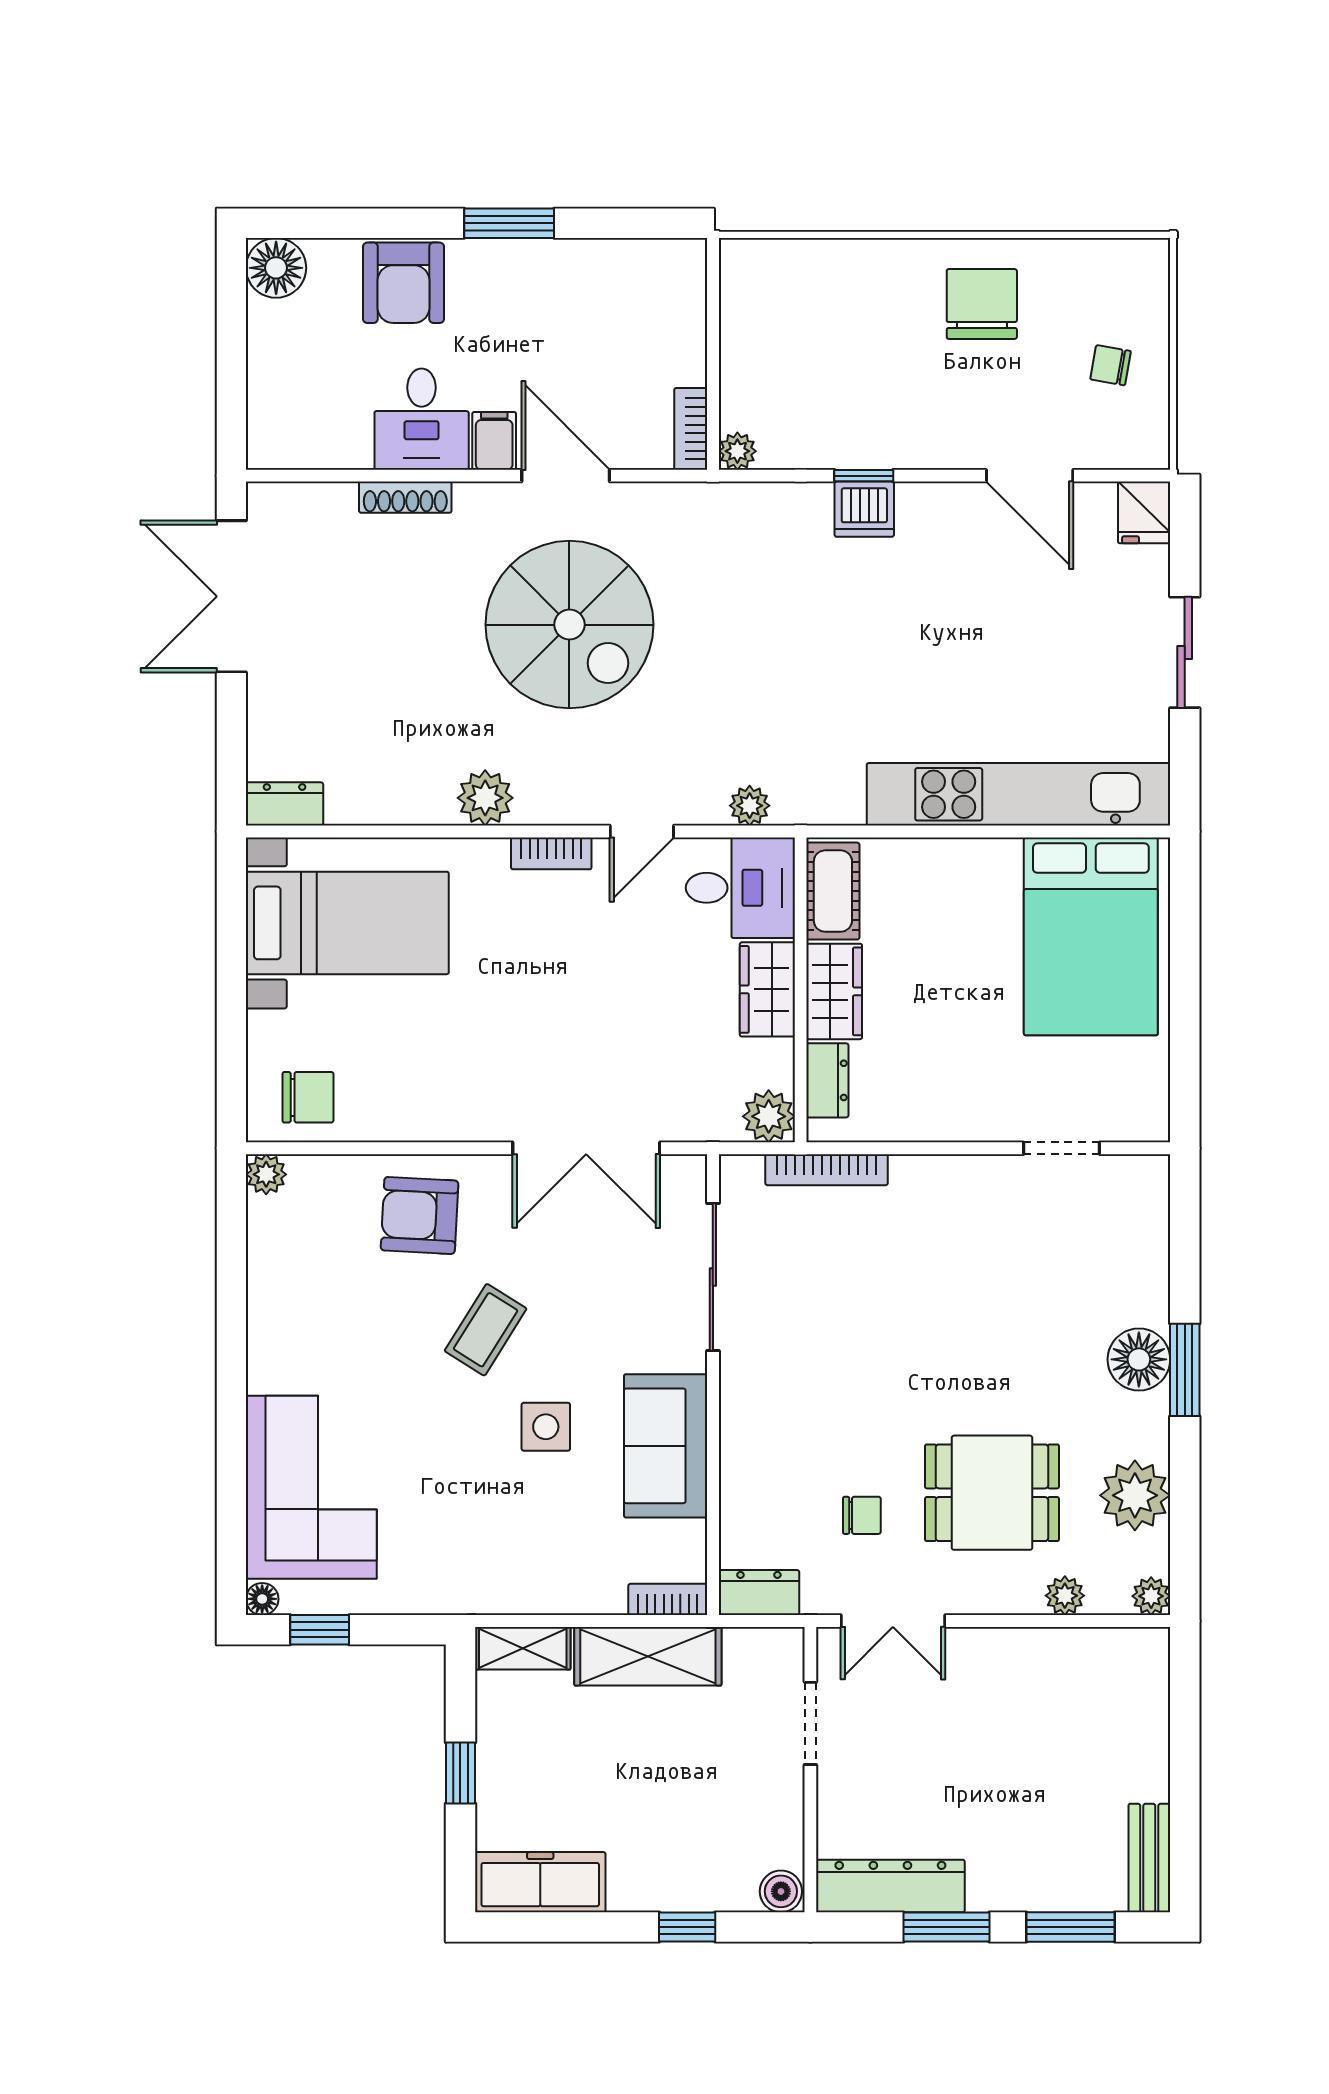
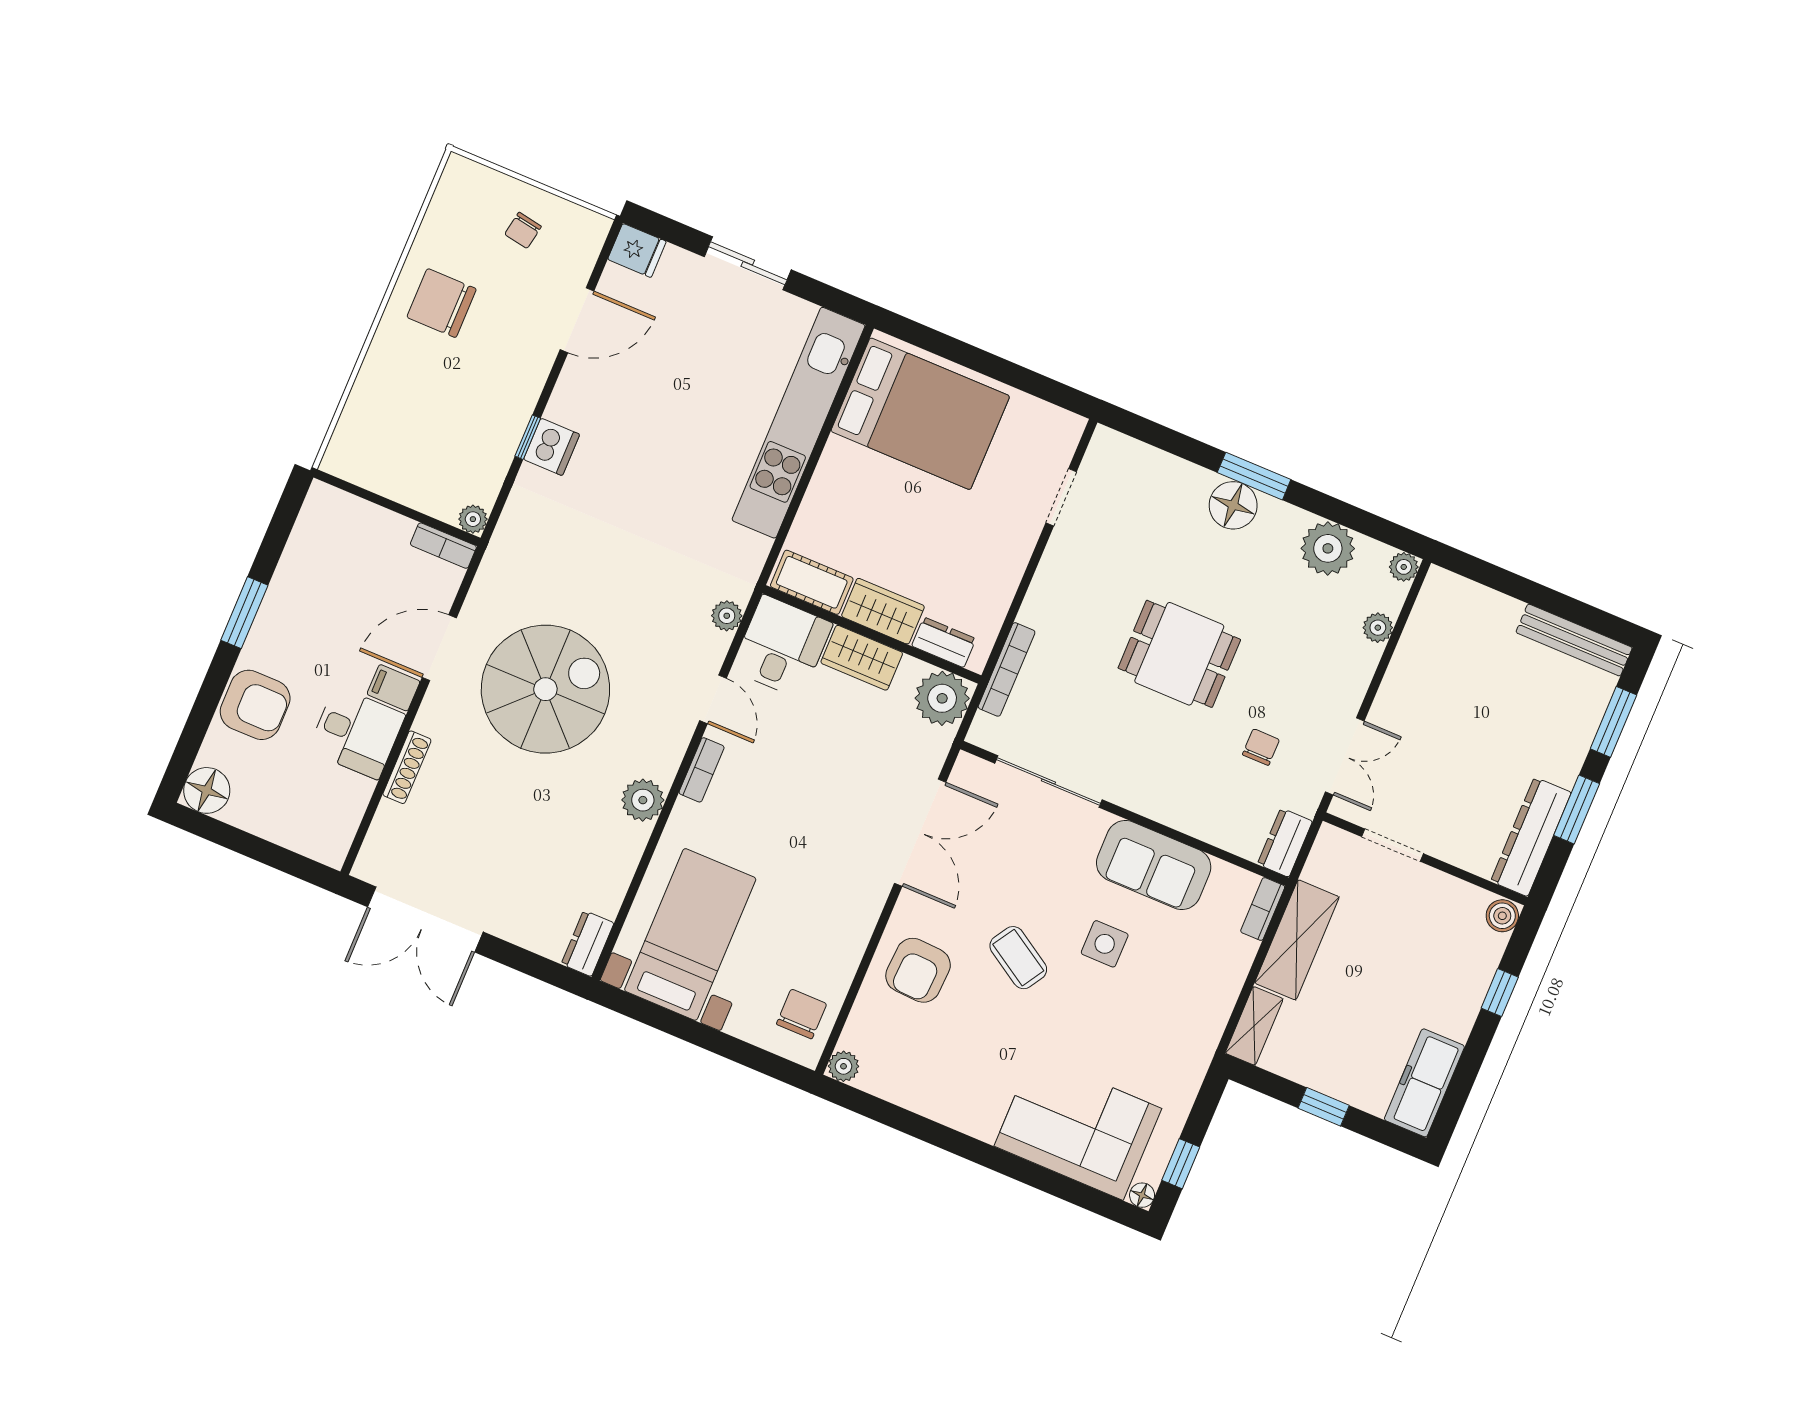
plant: (769, 1116) -> (942, 698), width x1.36, depth x1.36
dining table: (992, 1493) -> (1179, 654), moved, turned 90
bench: (1149, 1858) -> (1574, 640), width x1.36

